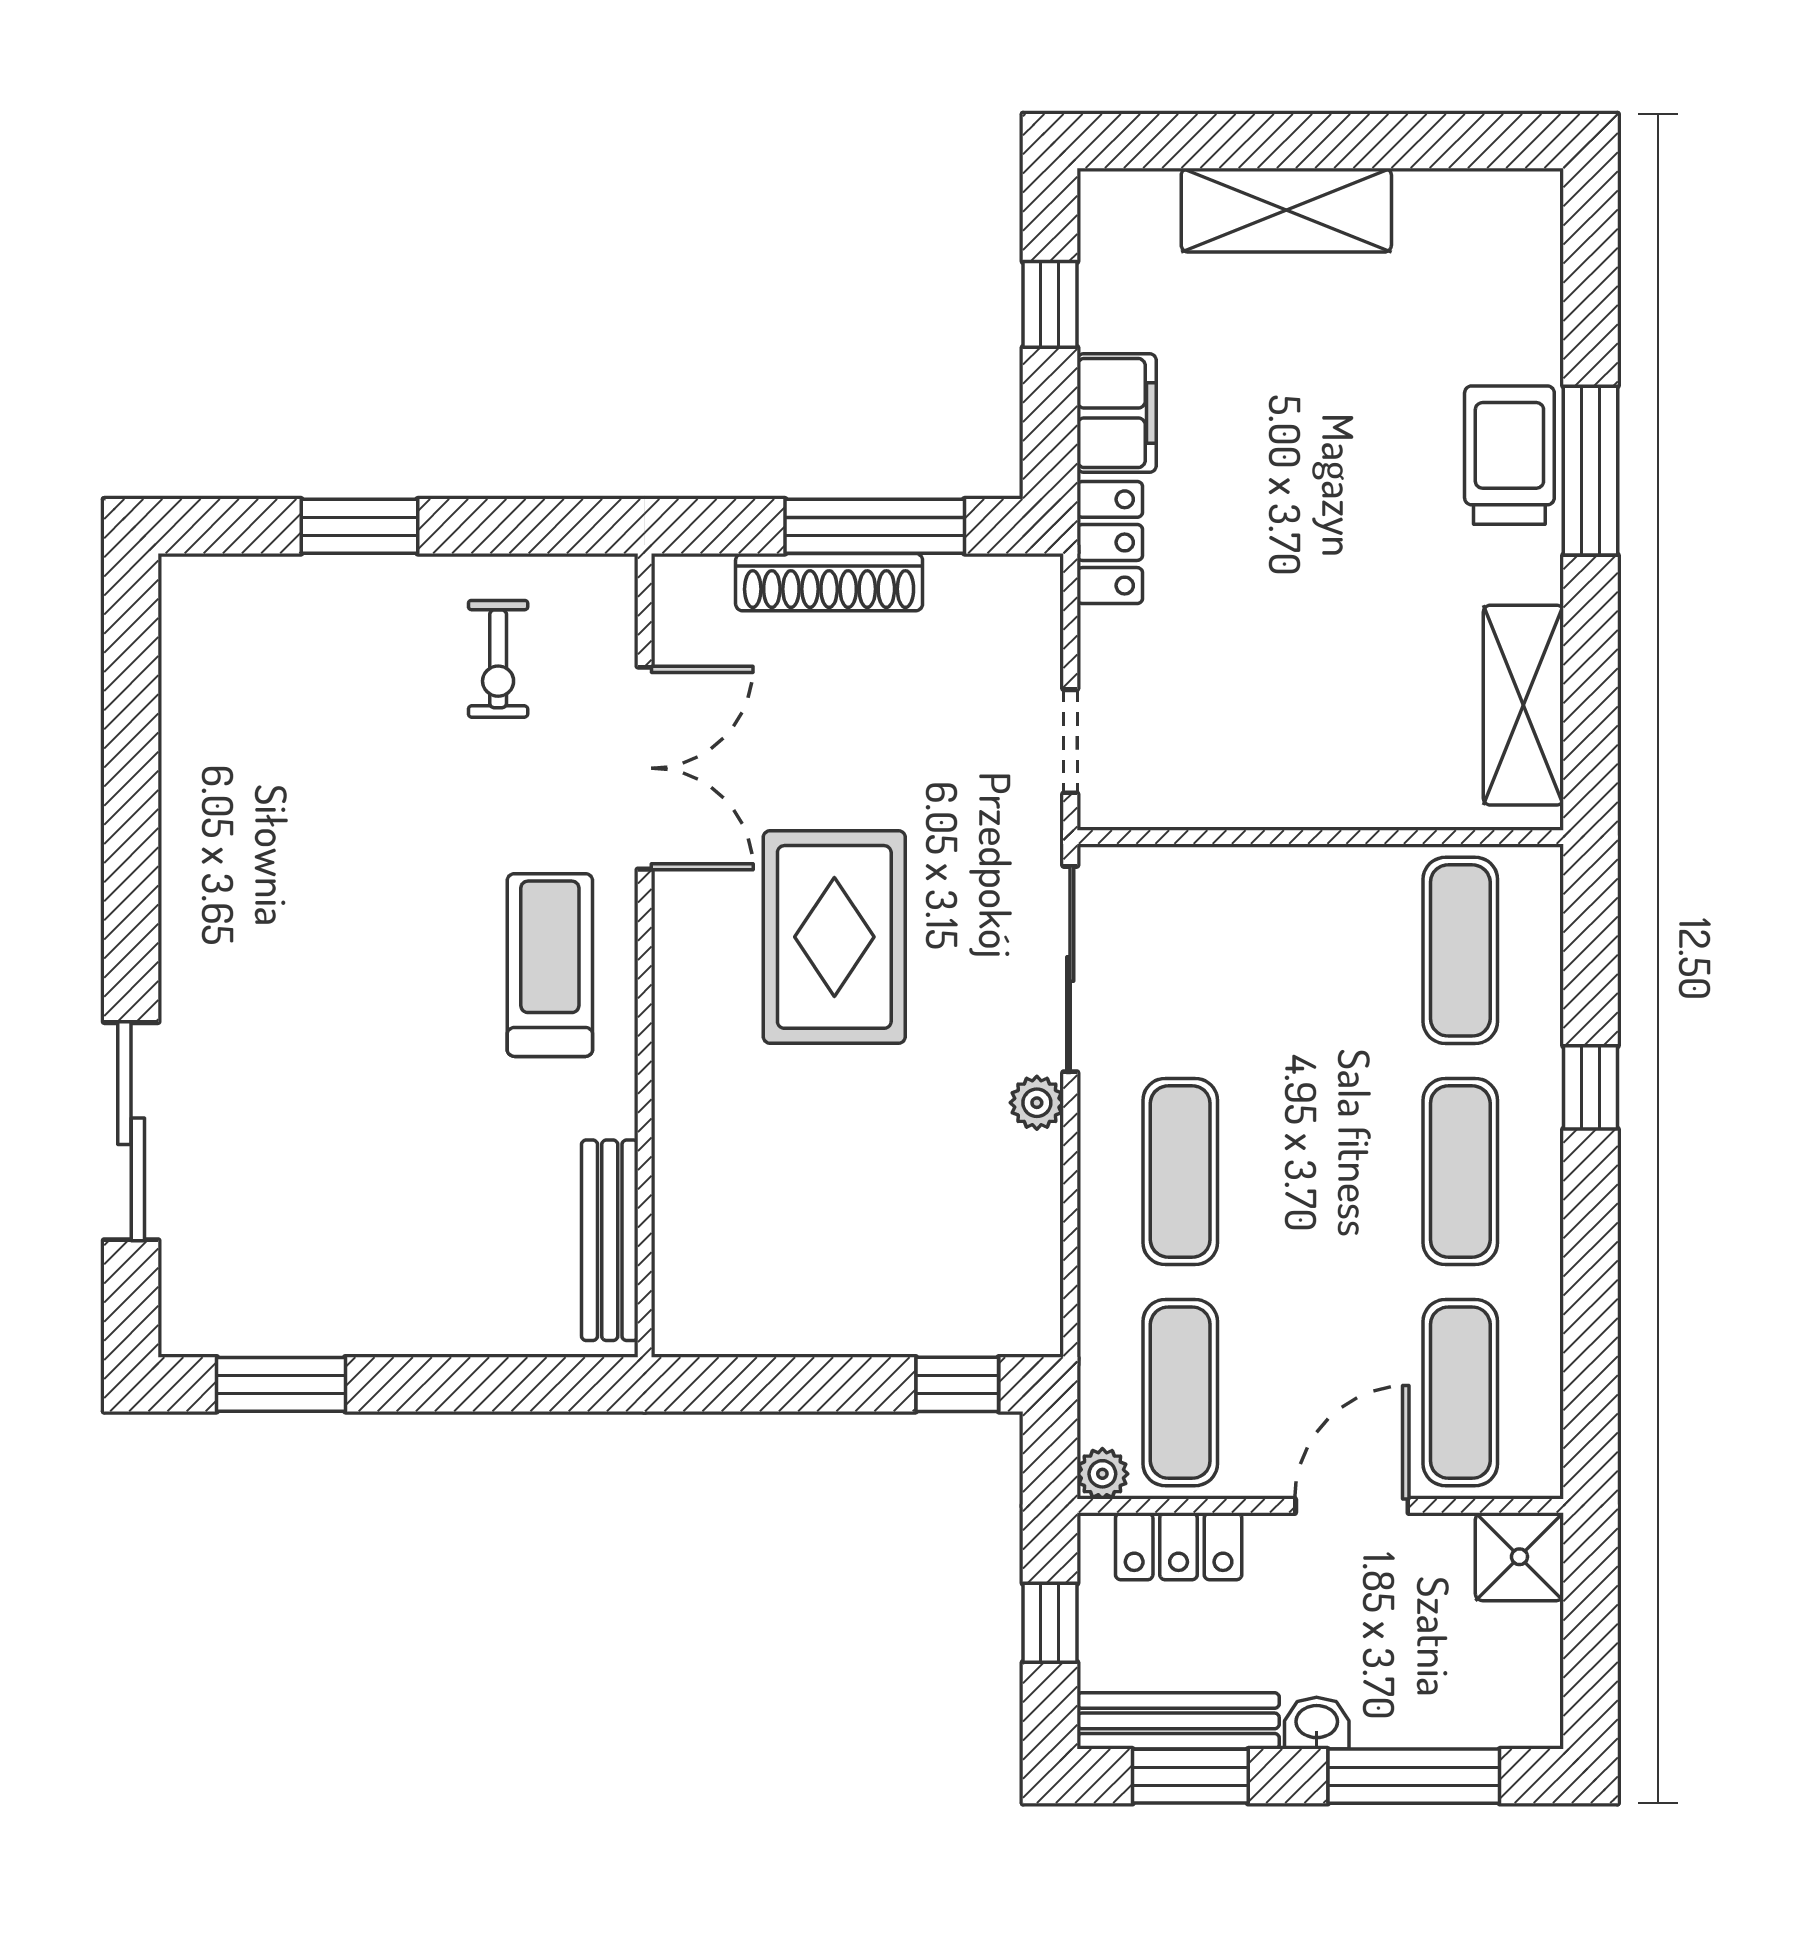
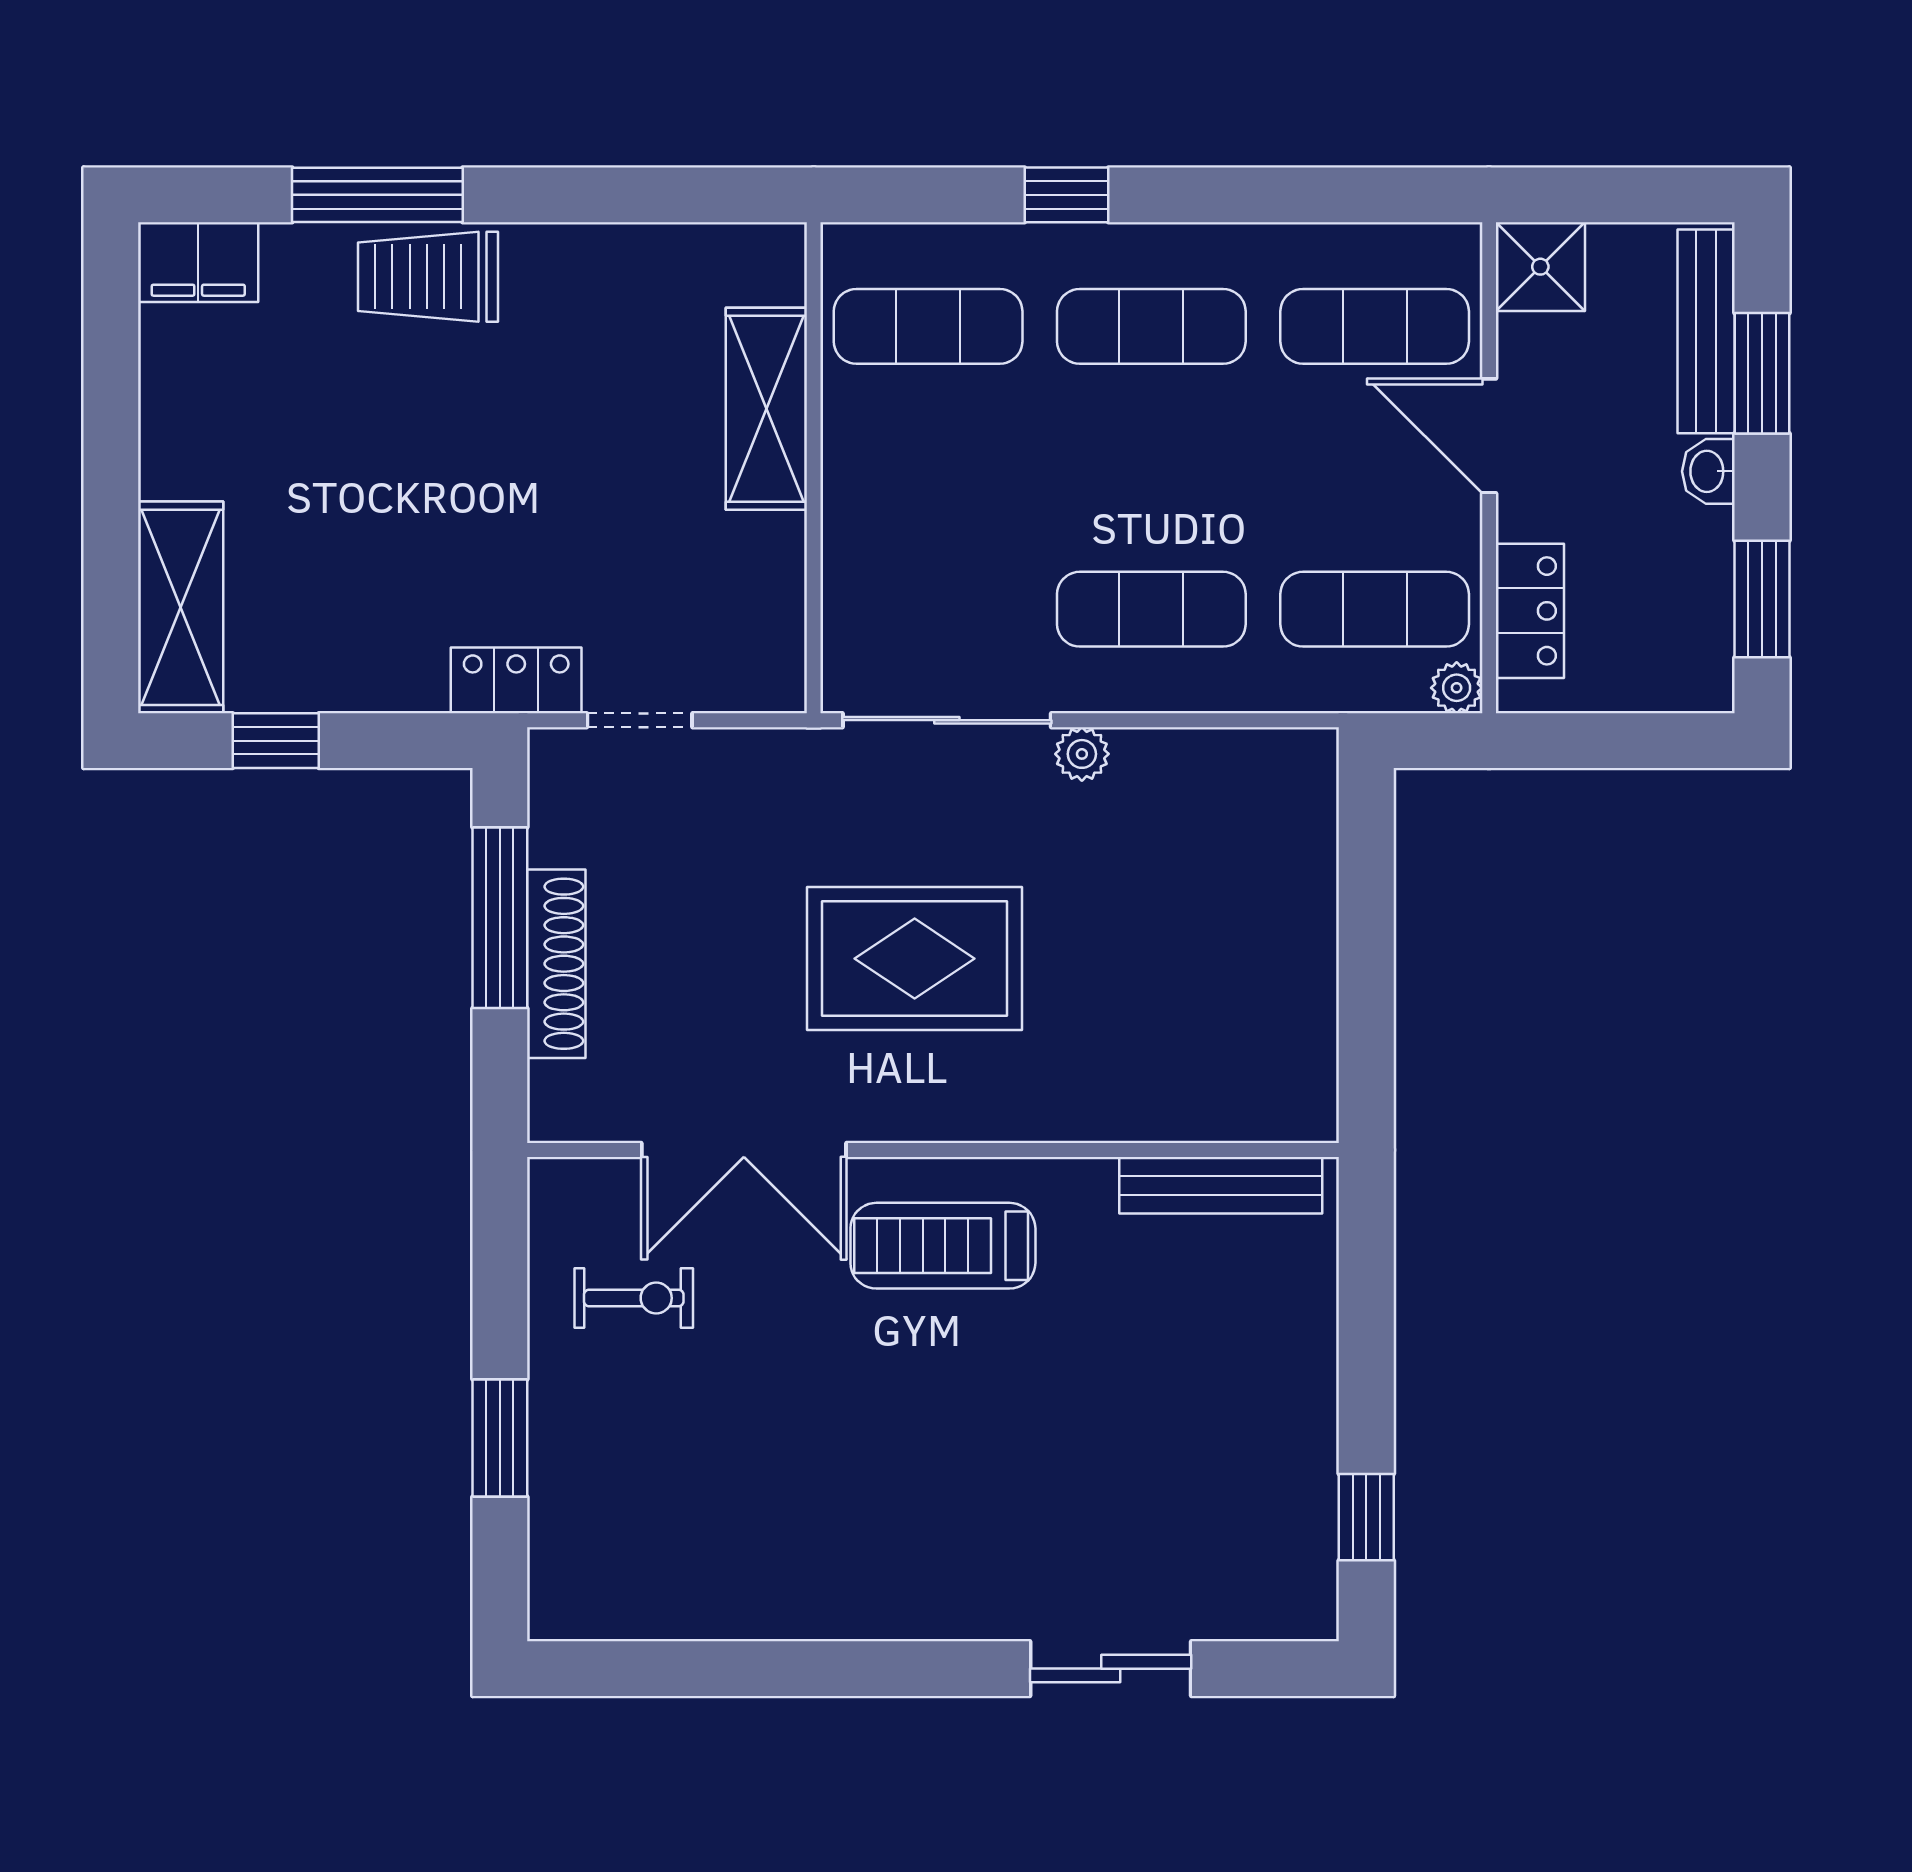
shelving: (1286, 210) -> (181, 607), moved
filing cabinet: (1117, 413) -> (198, 262), moved, turned 180
window: (1590, 471) -> (377, 195), moved
shelving: (1523, 705) -> (766, 409), moved, turned 90
doorway: (1070, 741) -> (640, 720), moved
double door: (645, 768) -> (744, 1150), swing flipped
sliding door: (131, 1131) -> (1111, 1669), width x0.73
window: (281, 1384) -> (1366, 1517), width x0.67
window: (957, 1384) -> (1366, 834), removed
window: (1050, 1623) -> (1607, 741), removed
bench: (1178, 1721) -> (1706, 331), moved
window: (1414, 1776) -> (1762, 373), width x0.69

